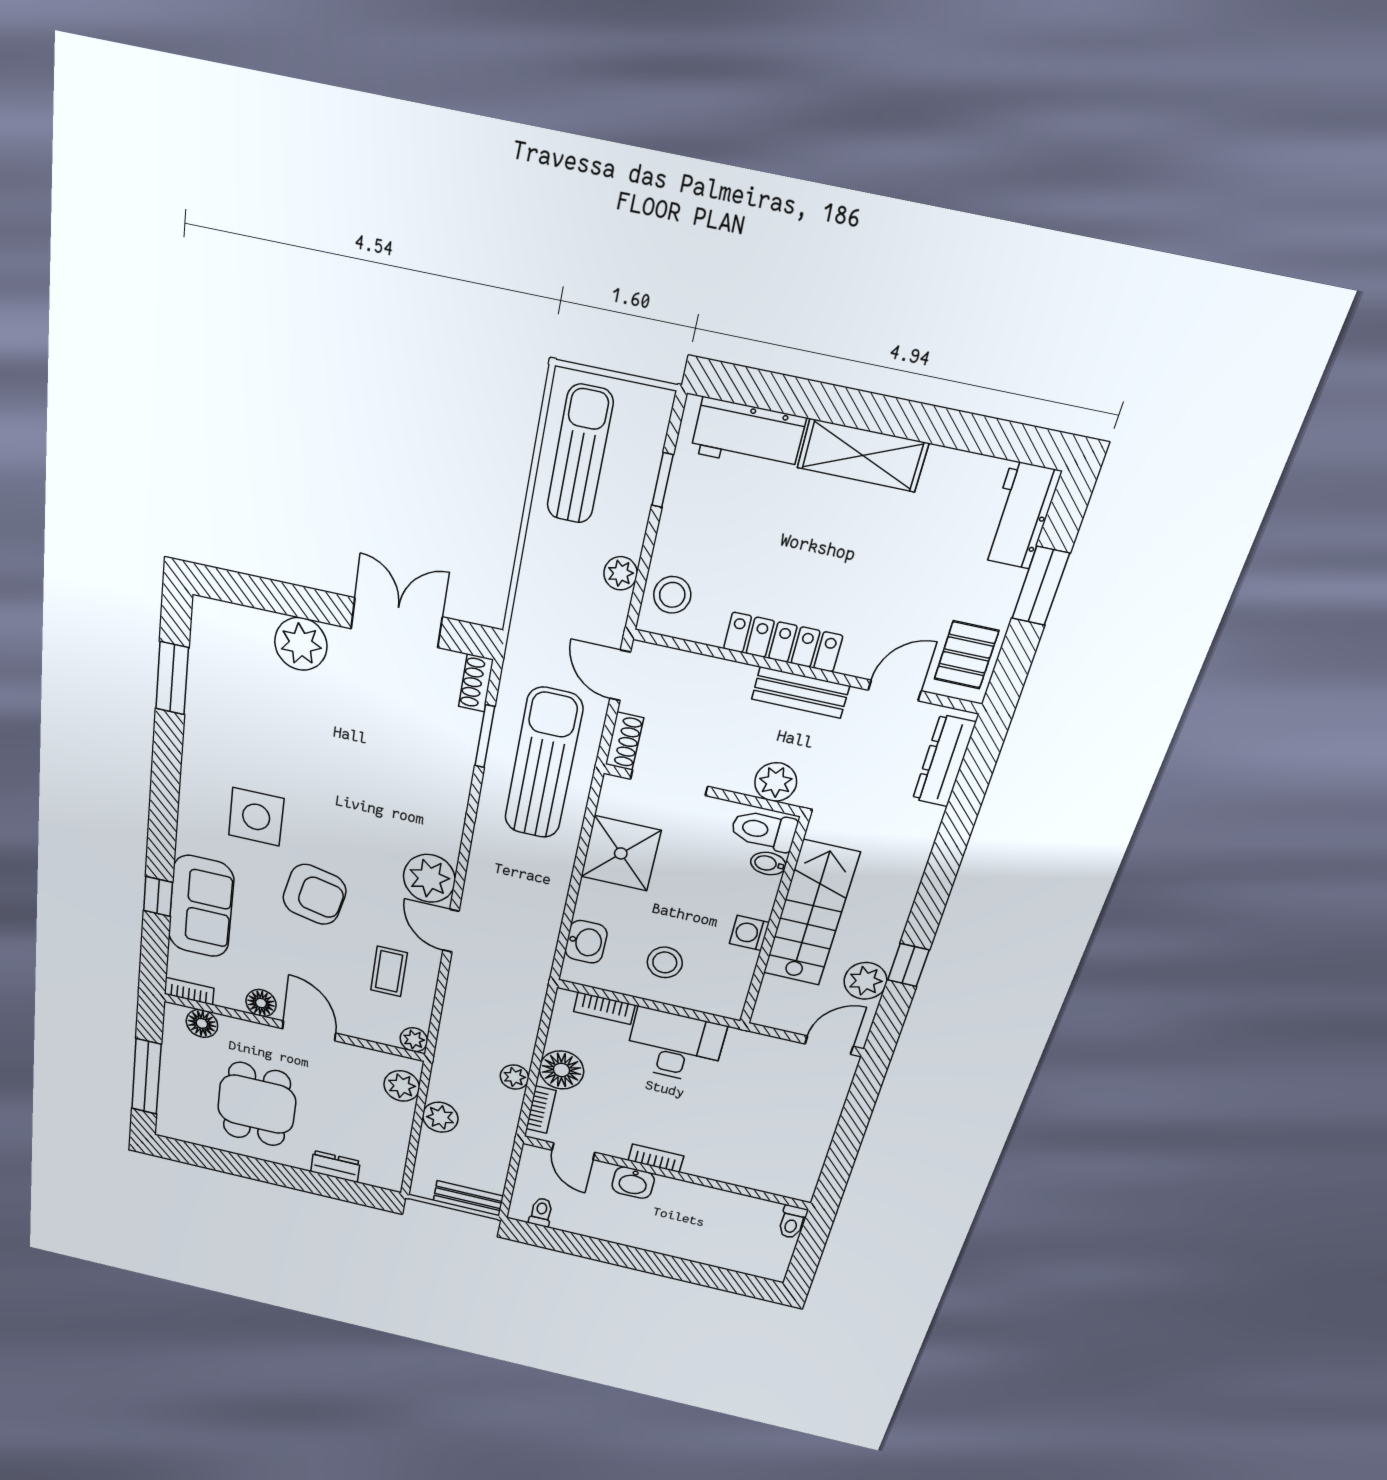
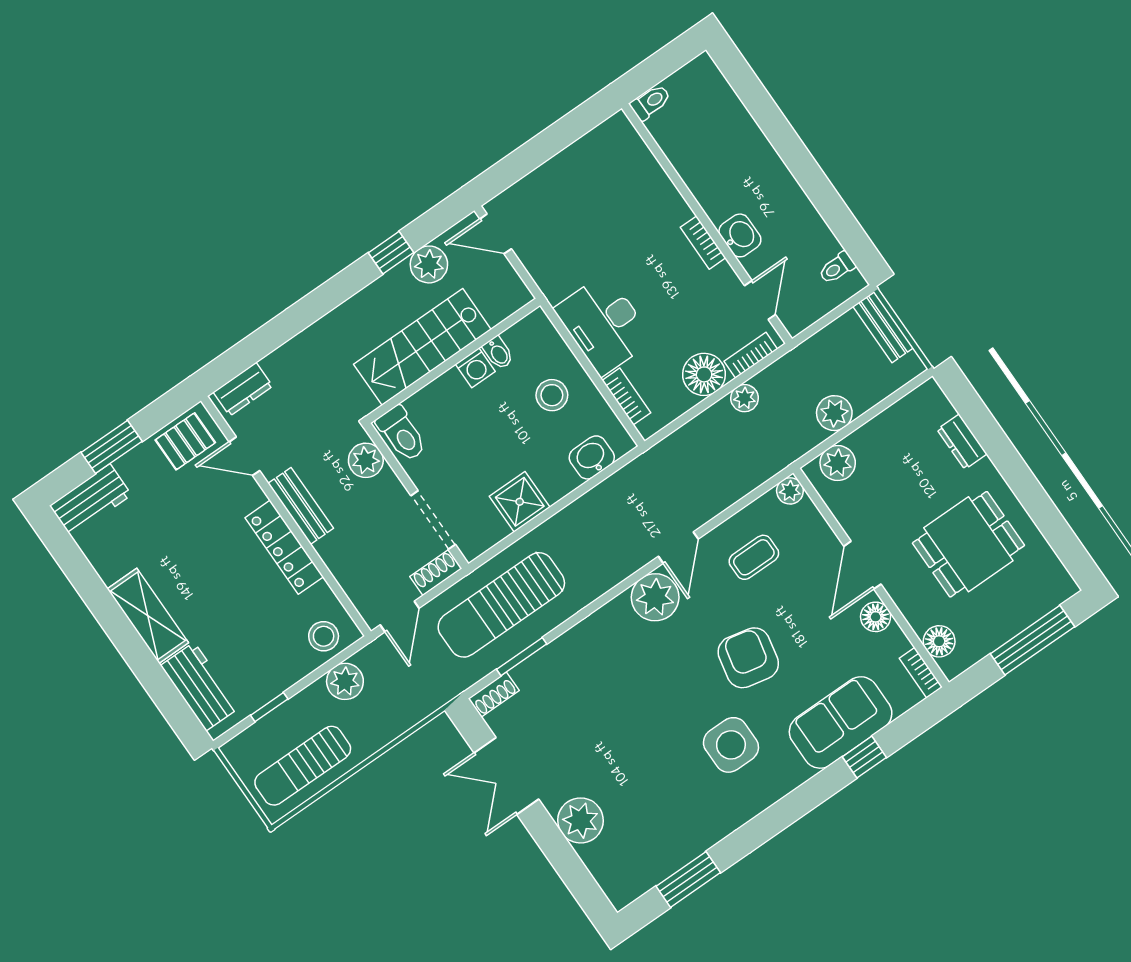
plant: (621, 573) -> (345, 681), width x1.38, depth x1.38
dresser: (944, 761) -> (243, 389), width x0.70
shower: (621, 853) -> (520, 502), width x0.73, depth x0.73
bidet: (768, 864) -> (498, 353), moved

